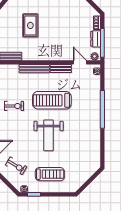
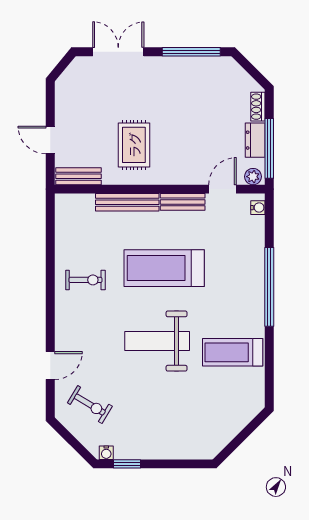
rug: (30, 25) -> (134, 145), moved
door: (80, 62) -> (223, 189), hinge flipped
weight bench: (49, 135) -> (157, 341), turned 90
treadmill: (50, 174) -> (233, 352), moved, turned 180

